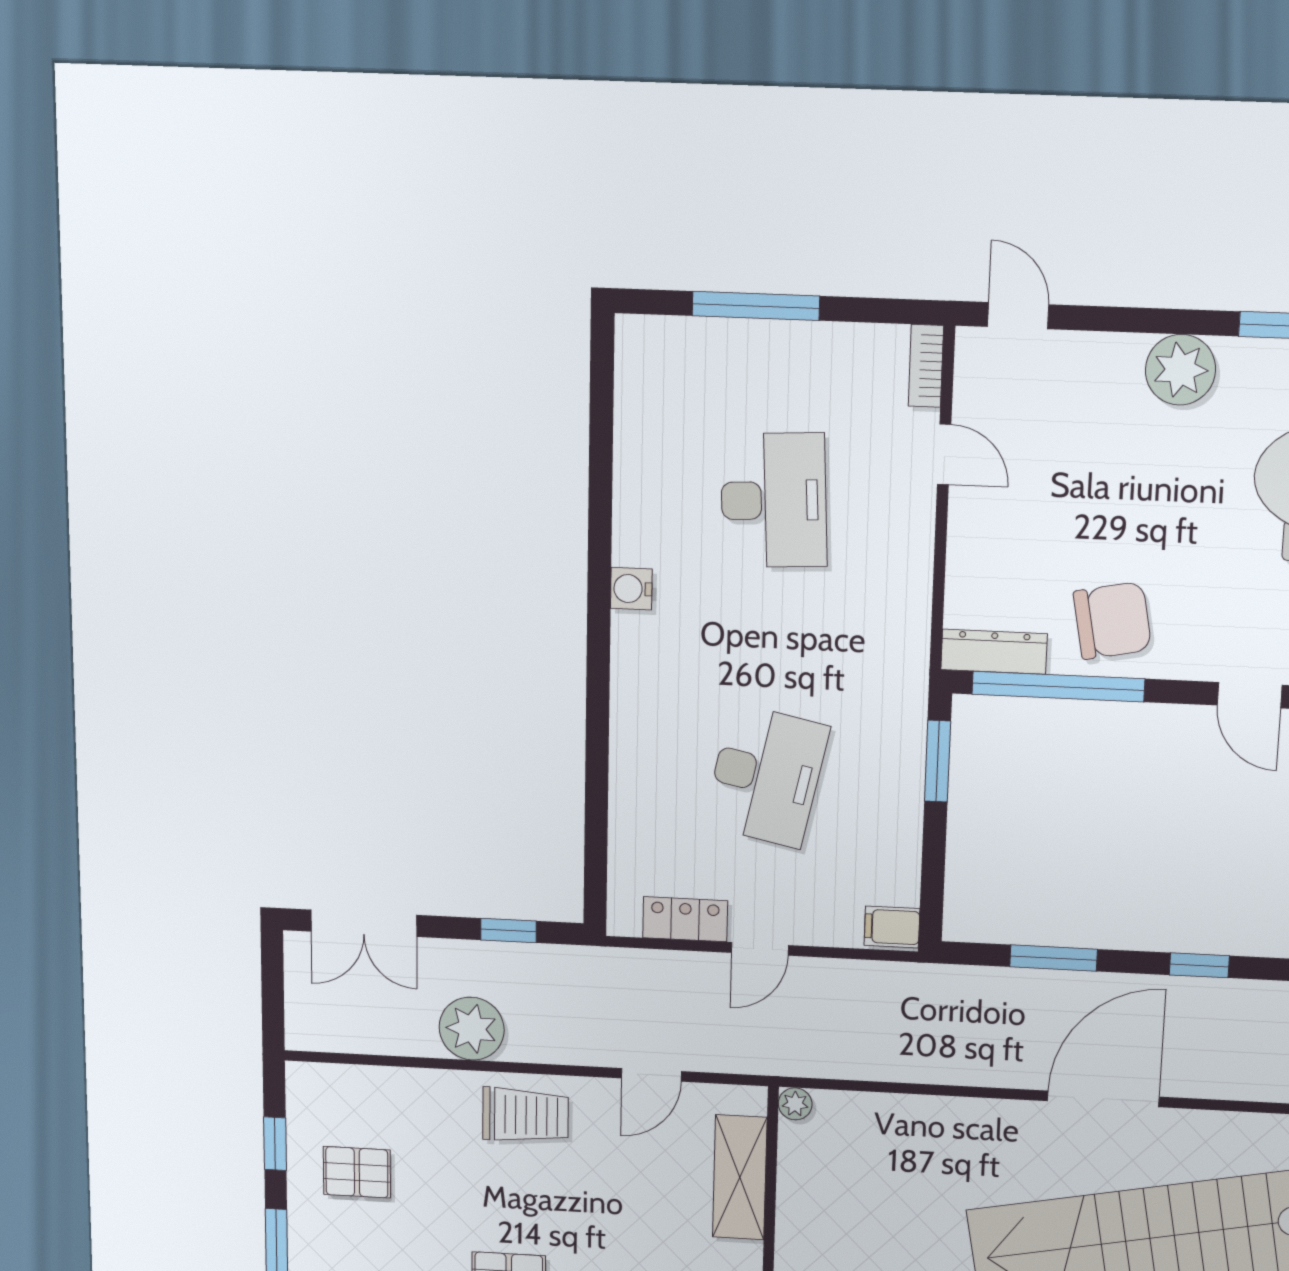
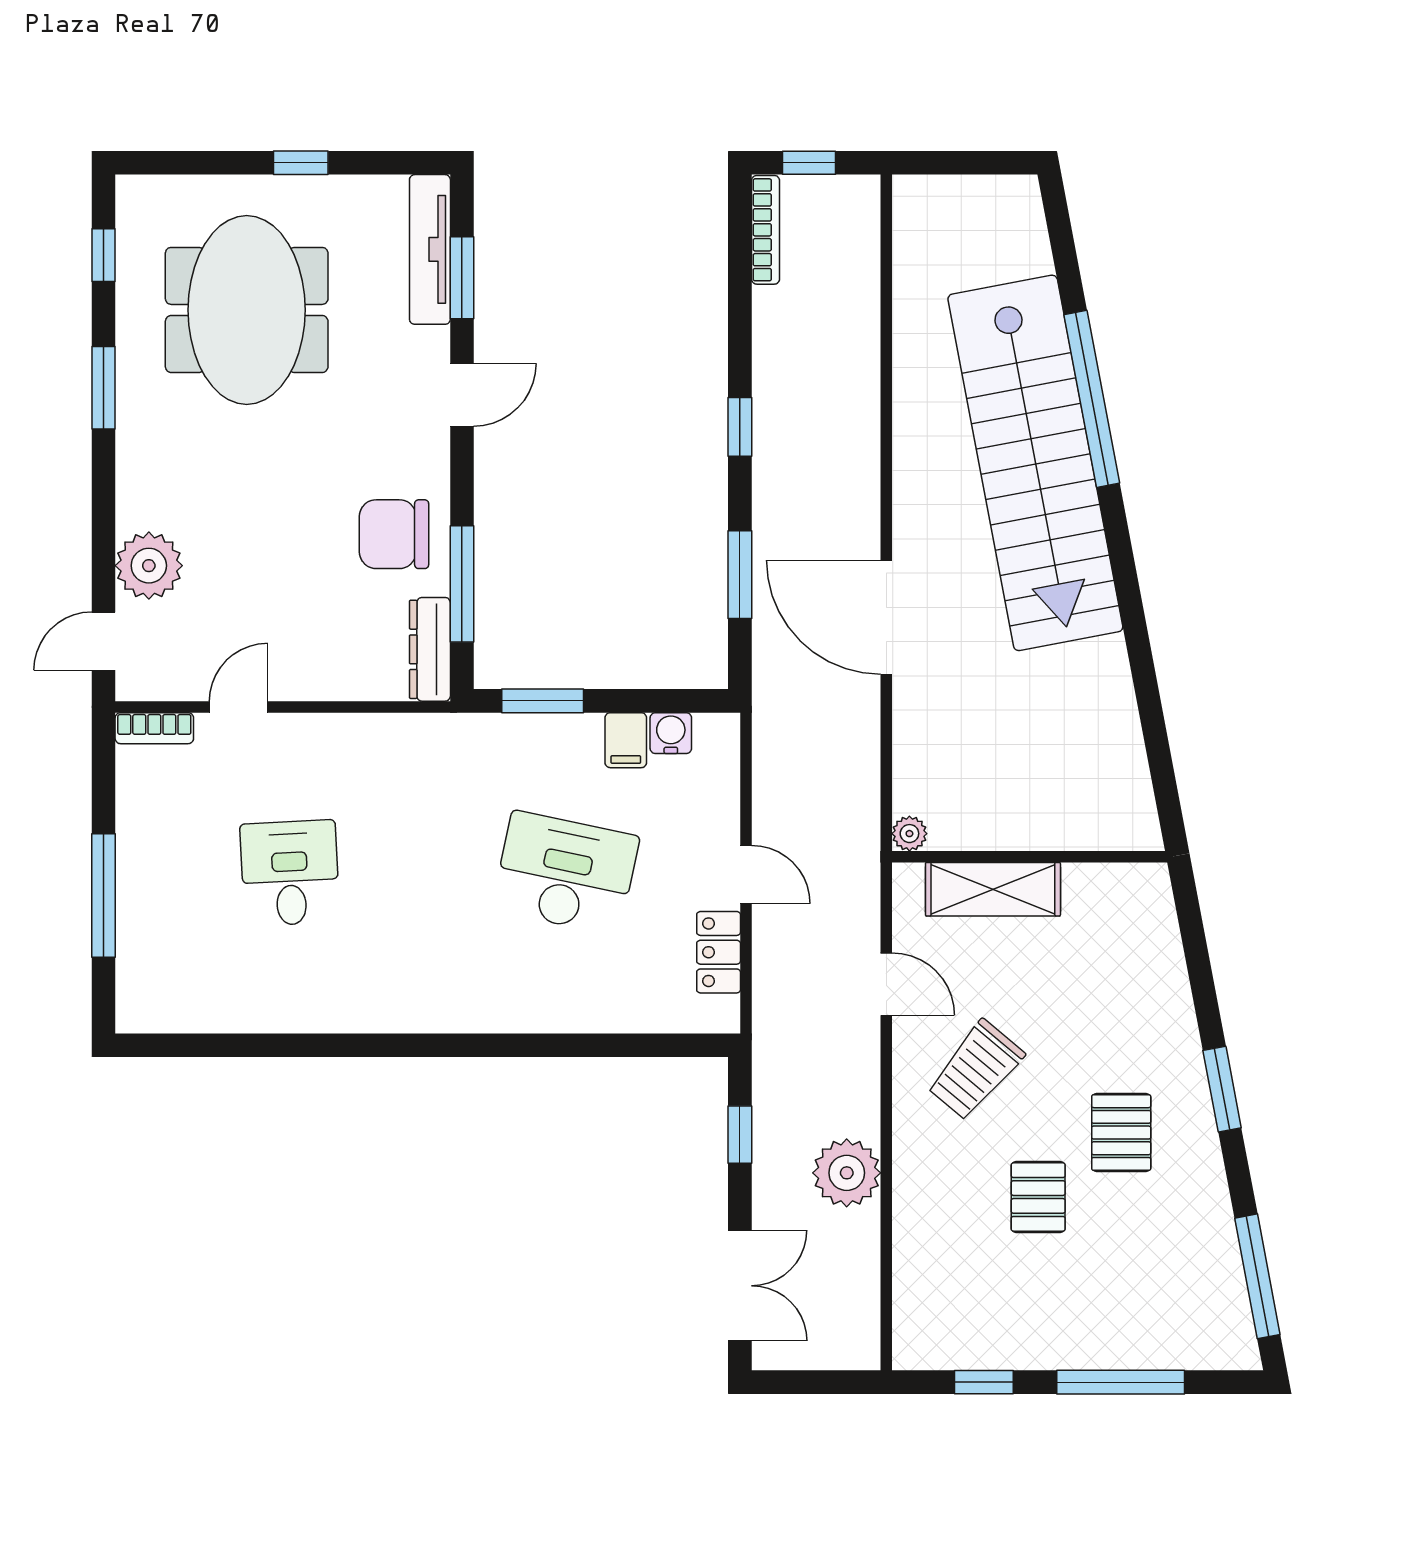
plant: (1180, 370) -> (149, 566), moved
desk: (774, 500) -> (290, 873), width x0.73
water cooler: (631, 589) -> (671, 733), moved, turned 180
chair: (1112, 621) -> (394, 534), turned -79
window: (1058, 687) -> (462, 584), width x0.68
filing cabinet: (892, 927) -> (626, 740), moved
door: (1103, 1099) -> (886, 617), moved
trolley: (525, 1115) -> (976, 1070), moved, turned -140
pallet: (357, 1172) -> (1038, 1197), moved

